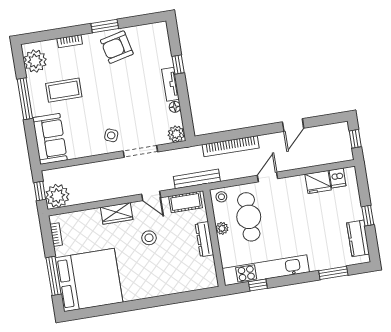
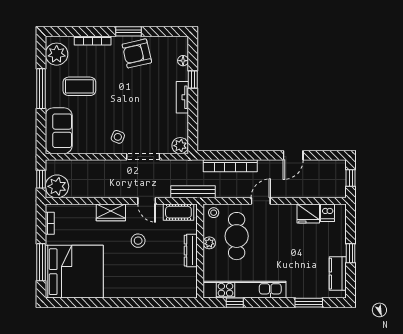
bookcase: (70, 41) -> (93, 41), width x1.56
floor lamp: (175, 107) -> (183, 61), moved

